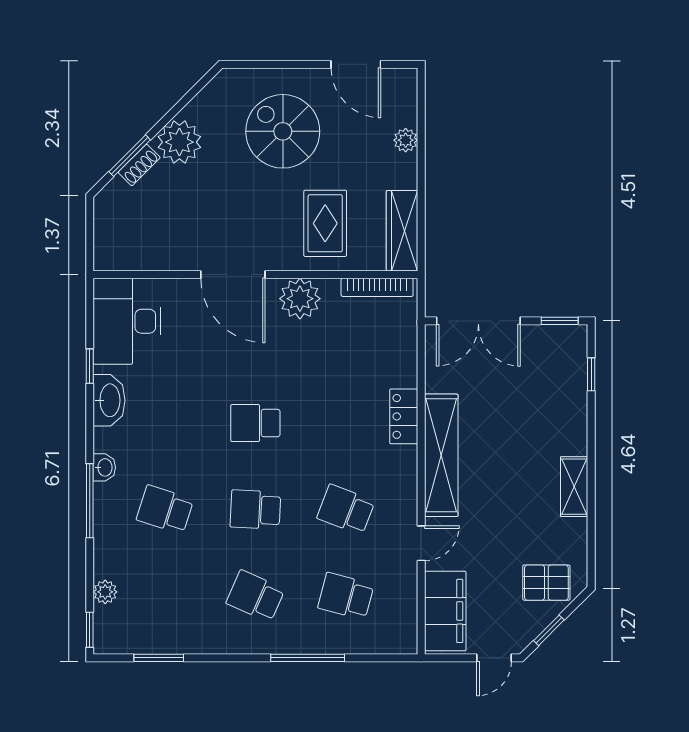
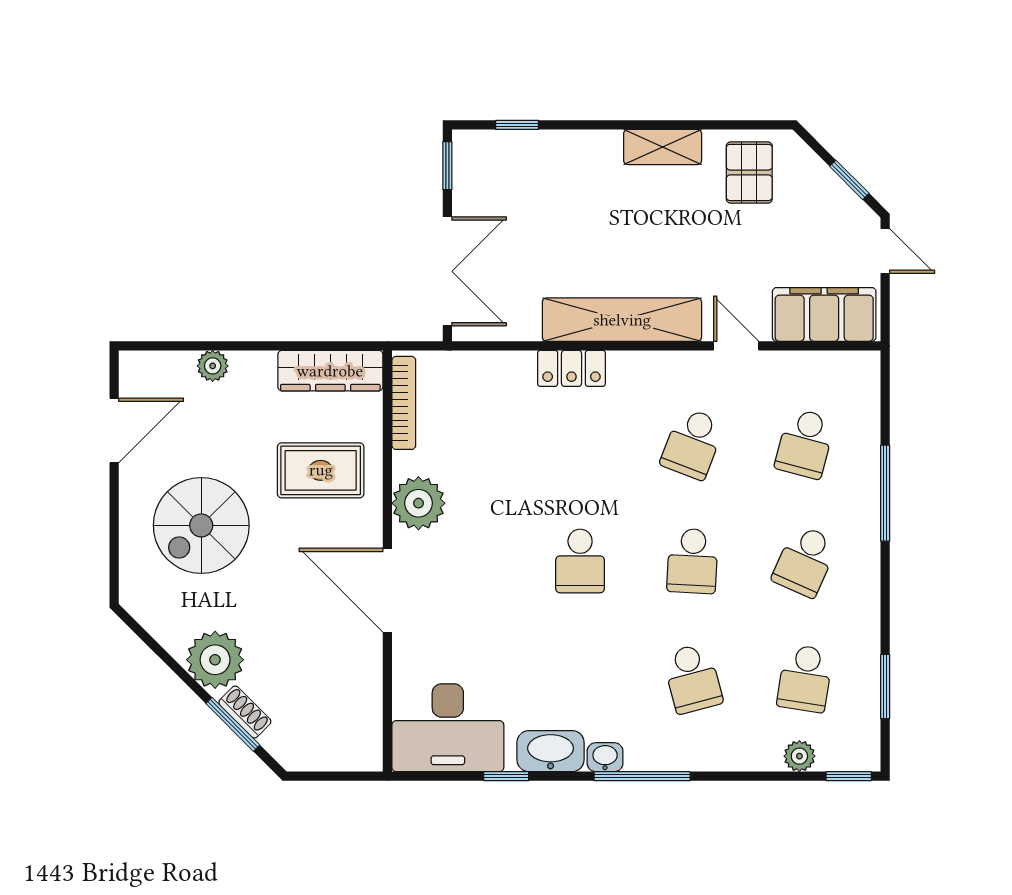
door: (233, 275) -> (387, 590), swing flipped
washbasin: (104, 467) -> (605, 757), moved
window: (90, 501) -> (642, 776), moved
school desk: (165, 510) -> (692, 678), turned -33
pallet: (546, 583) -> (749, 172), moved
school desk: (165, 596) -> (805, 678), added

